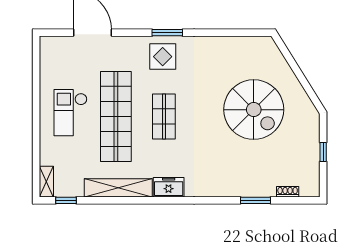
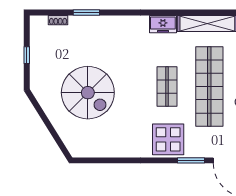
window: (167, 33) -> (191, 160), moved
display table: (163, 57) -> (168, 139), width x1.36, depth x1.36
spiral stairs: (254, 110) -> (88, 93), turned 180

